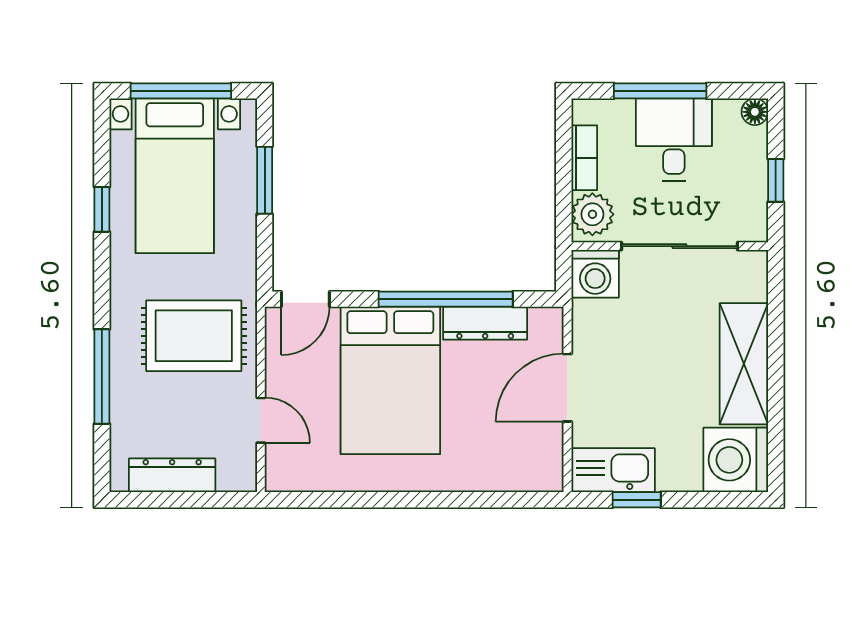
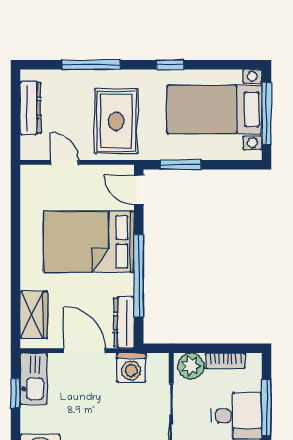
window: (265, 180) -> (181, 165), moved
window: (102, 209) -> (170, 65), moved
washing machine: (595, 274) -> (131, 368), moved, turned -90
dresser: (485, 323) -> (124, 322), moved
door: (261, 420) -> (64, 162), swing flipped
wardrobe: (509, 470) -> (34, 315), added

